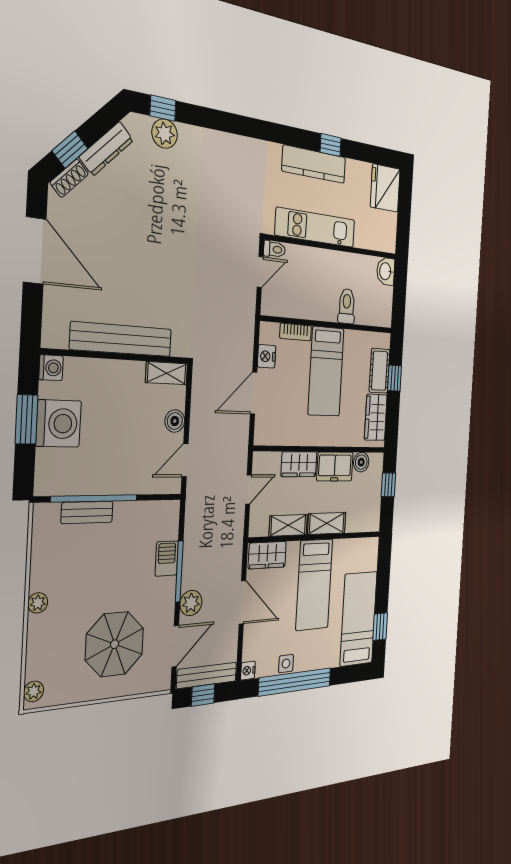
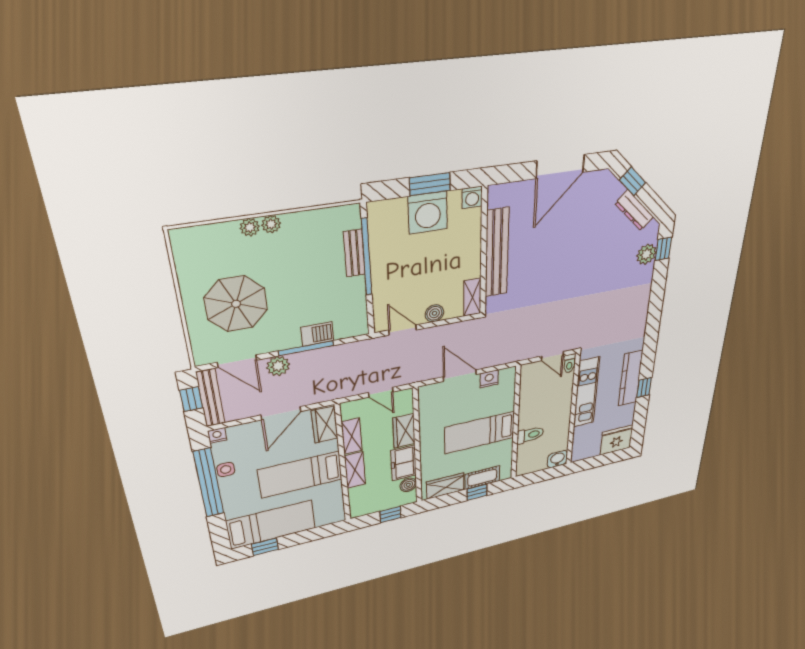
shoe rack: (69, 178) -> (613, 185), removed
bookcase: (296, 332) -> (509, 398), removed
plant: (34, 691) -> (250, 227), moved

